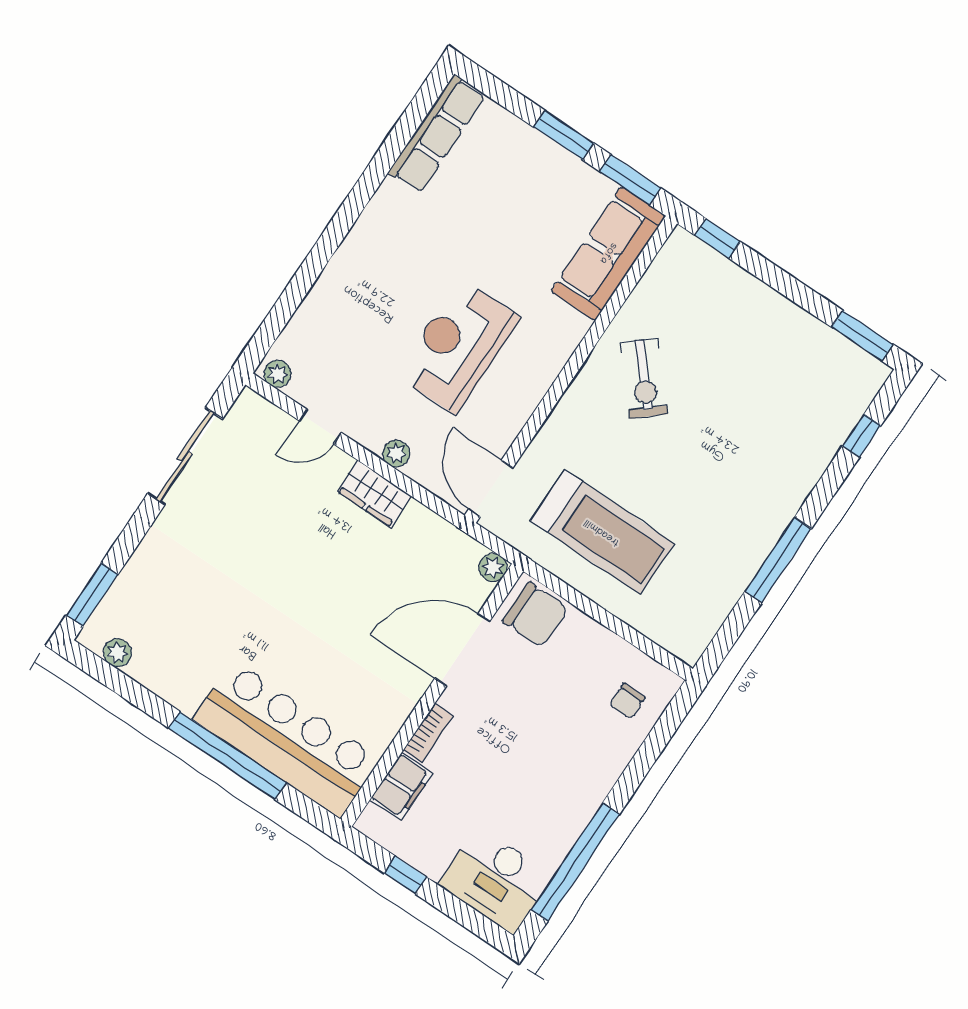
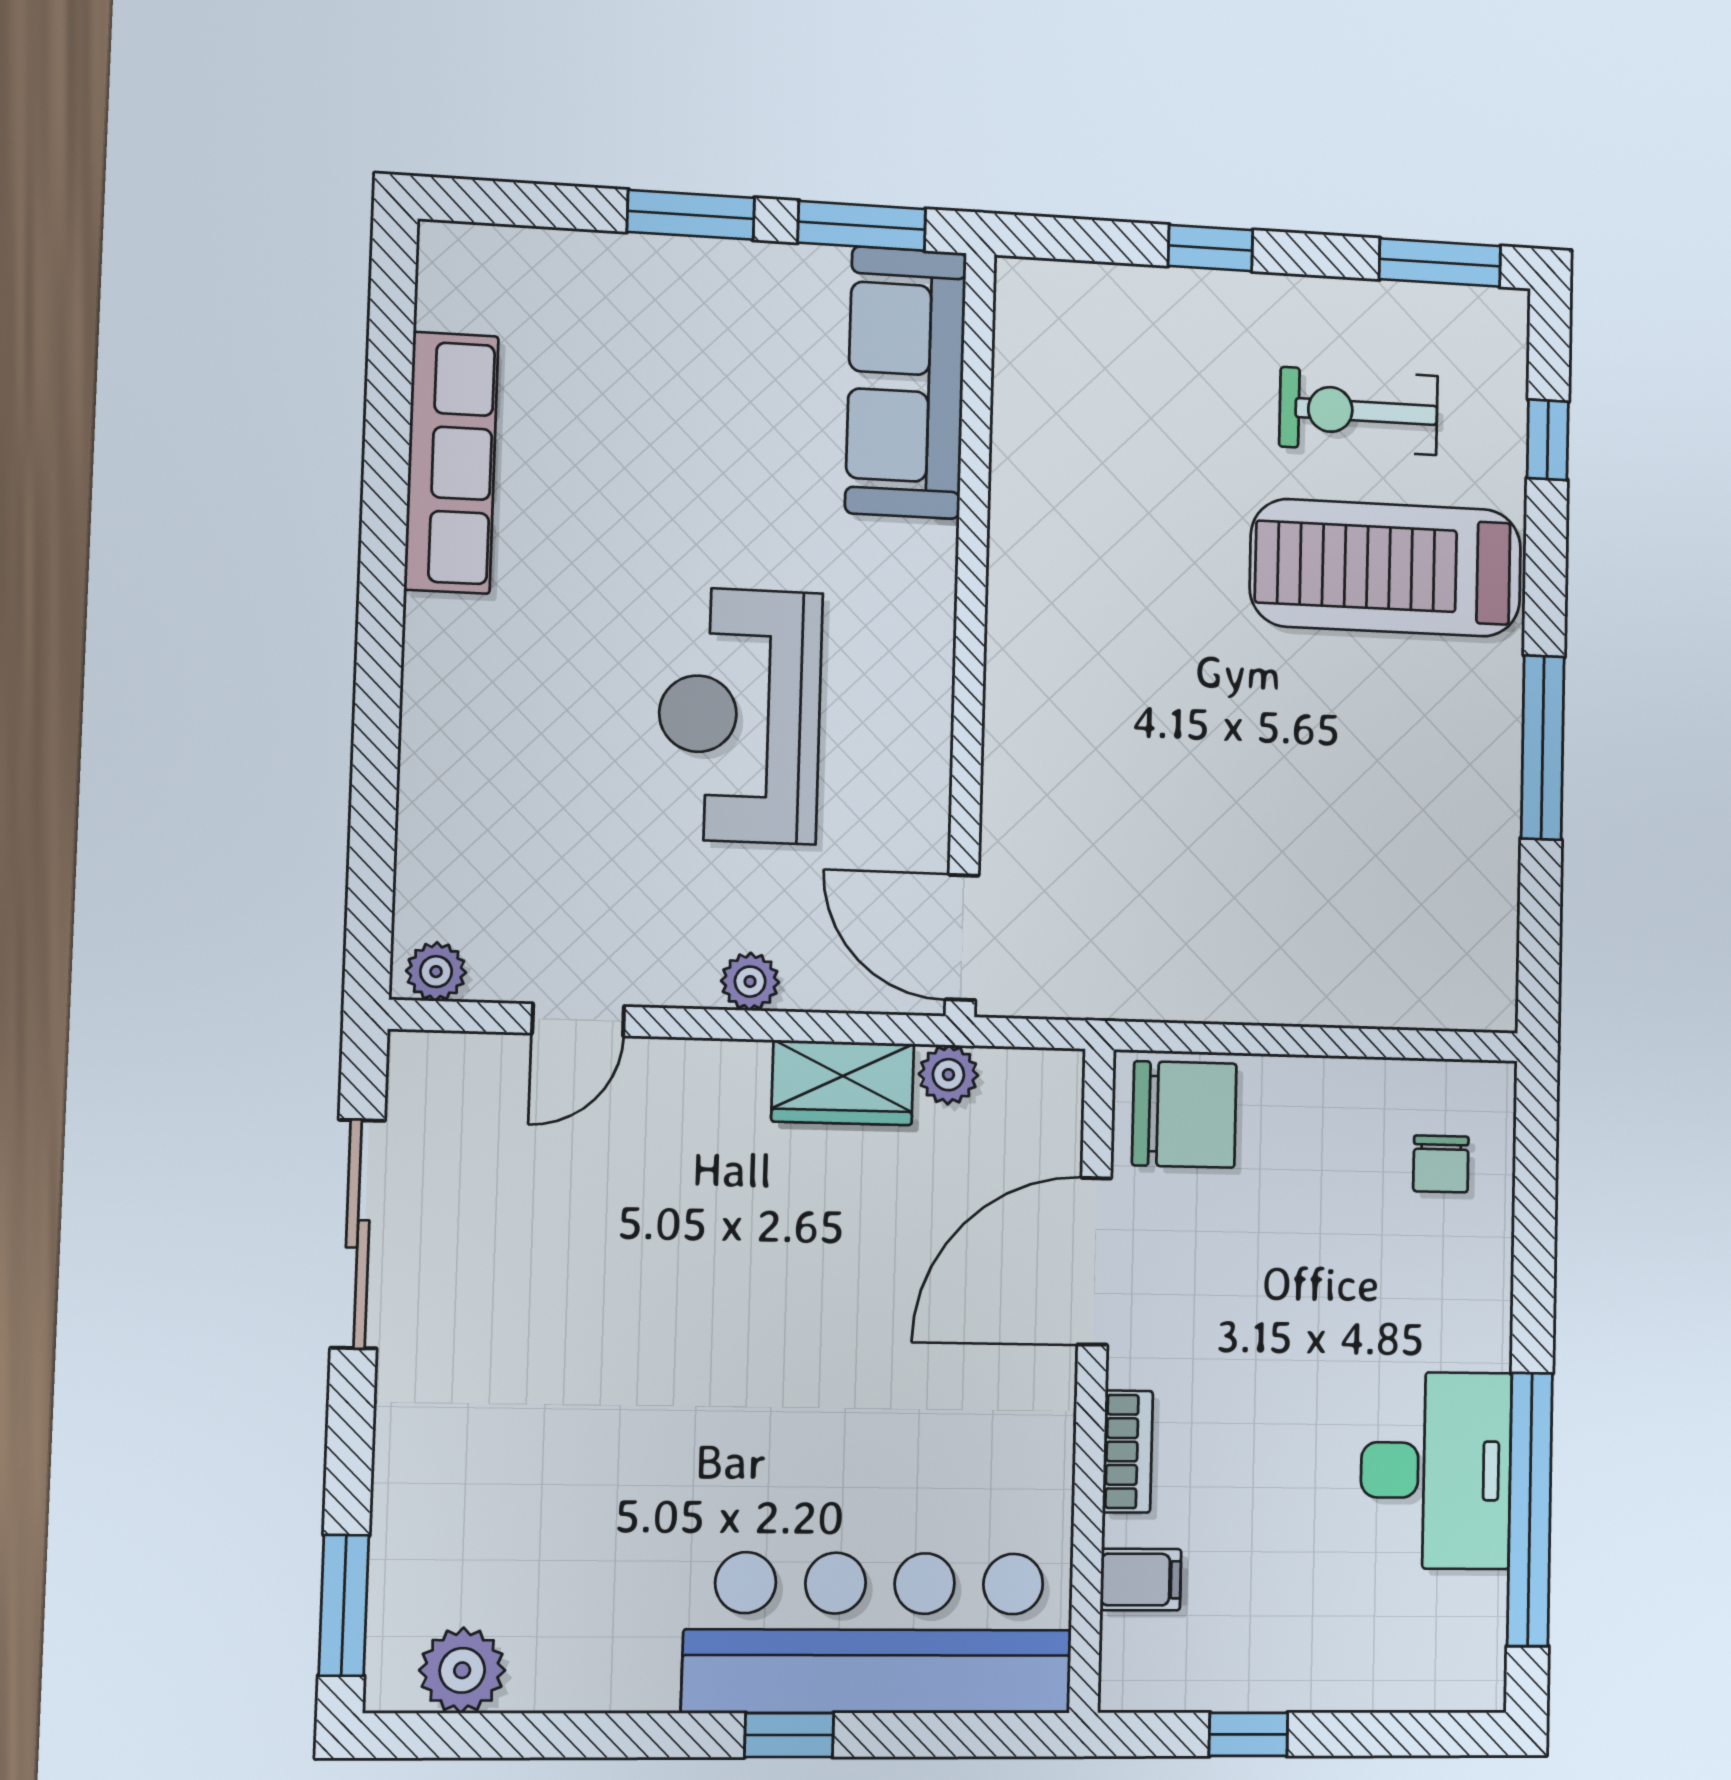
row of seats: (437, 134) -> (451, 463), moved
window: (717, 238) -> (1210, 248), moved
exercise bike: (644, 378) -> (1359, 411), moved, turned 131
wardrobe: (374, 494) -> (843, 1083), moved
treadmill: (602, 532) -> (1386, 568), moved, turned 180
plant: (493, 567) -> (948, 1075), moved
plant: (117, 653) -> (462, 1670), width x1.38, depth x1.38
window: (227, 755) -> (789, 1735), width x0.32
filing cabinet: (401, 786) -> (1141, 1580), width x0.50
desk: (496, 880) -> (1436, 1470), moved, turned -90

